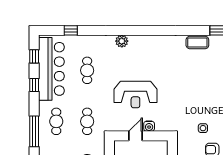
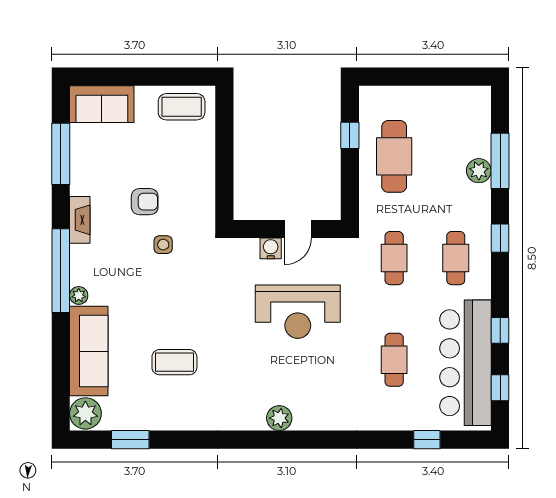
plant: (122, 41) -> (279, 418), moved
coffee table: (197, 43) -> (174, 362), moved
reception desk: (135, 94) -> (298, 312), turned 180
window: (34, 131) -> (500, 238), width x0.46

